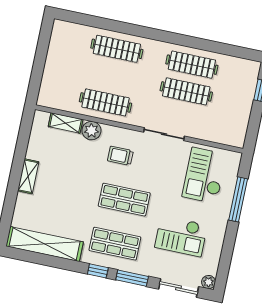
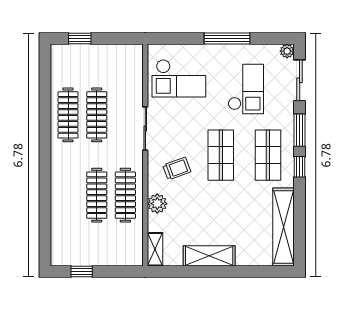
window: (43, 47) -> (82, 272), added
clothes rail: (117, 49) -> (97, 195), moved
shelving: (66, 123) -> (155, 249), moved
trolley: (120, 156) -> (177, 169), turned -110
shelving: (28, 176) -> (209, 256), width x1.50, depth x1.33
window: (238, 199) -> (227, 39), moved

